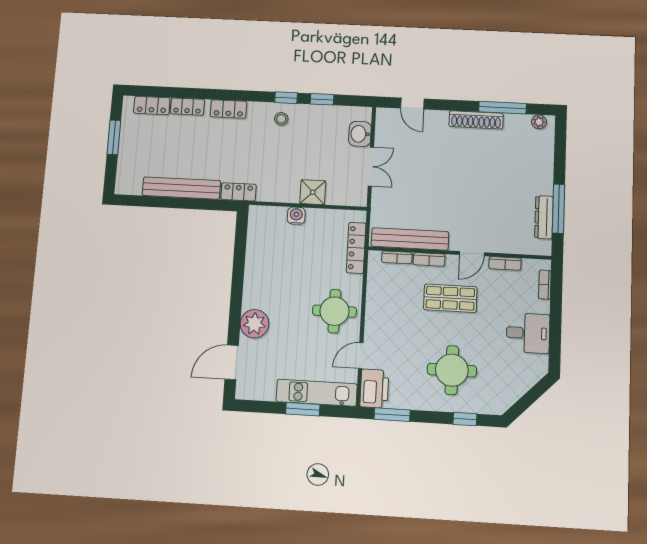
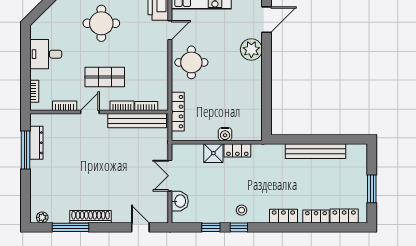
locker: (238, 192) -> (237, 150), moved

